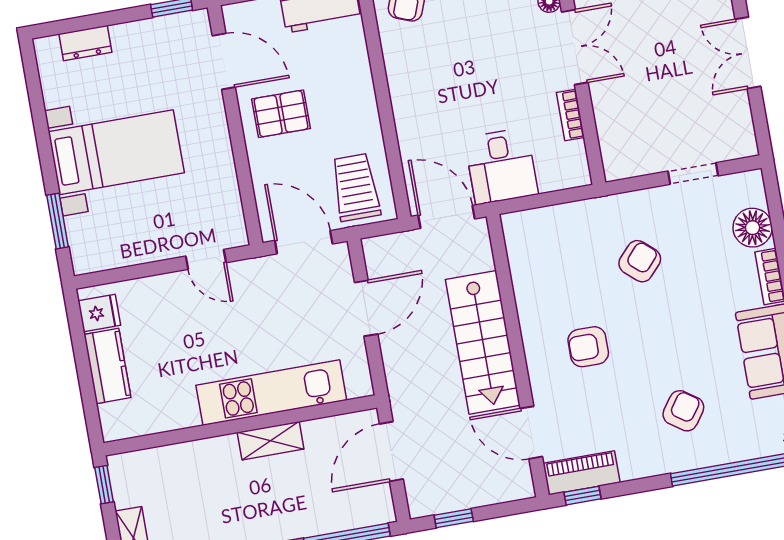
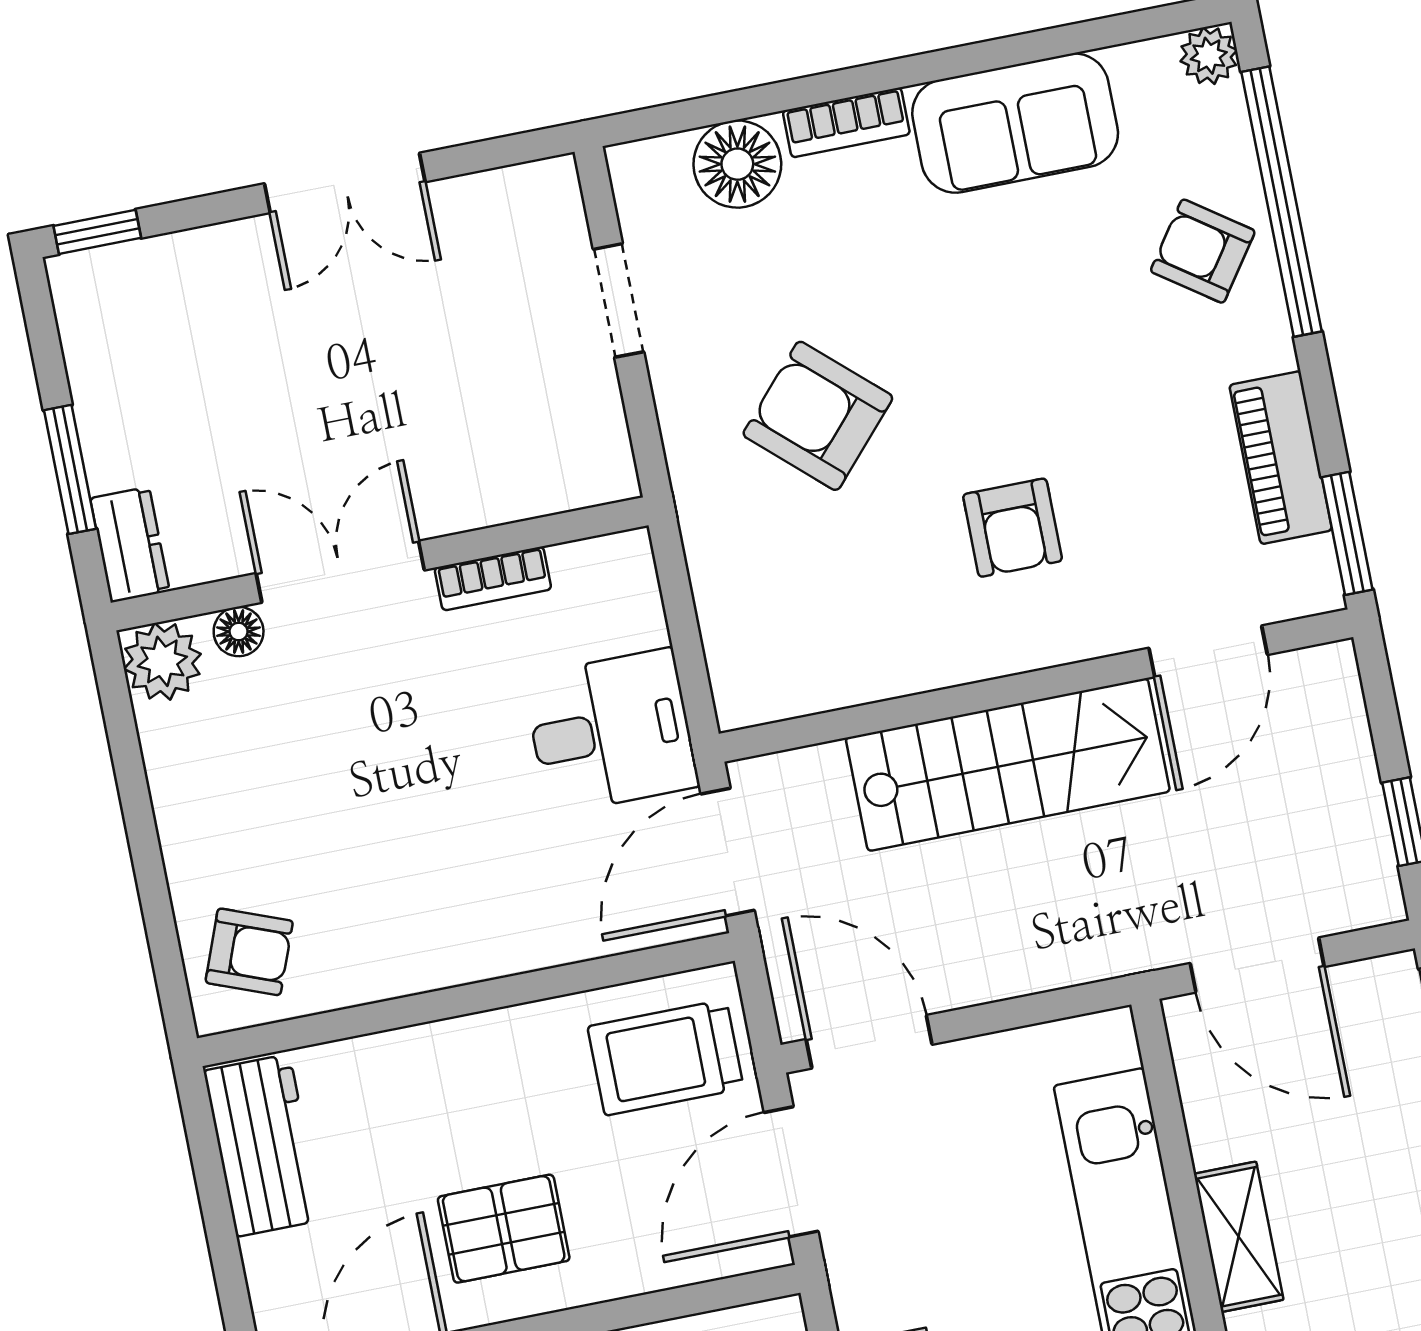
pallet: (281, 114) -> (504, 1229), turned 90
armchair: (640, 261) -> (818, 416), width x1.38, depth x1.38
door: (366, 308) -> (869, 1042), moved
armchair: (683, 411) -> (1203, 251), moved
piano: (582, 473) -> (1281, 458), moved
window: (583, 496) -> (1347, 533), width x1.50

